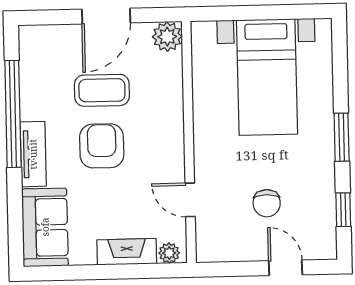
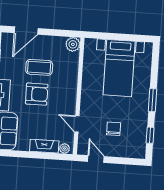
door: (106, 16) -> (26, 31), moved
armchair: (102, 146) -> (37, 94), turned 90
chair: (267, 203) -> (114, 129), turned 180
door: (285, 268) -> (96, 159), moved

